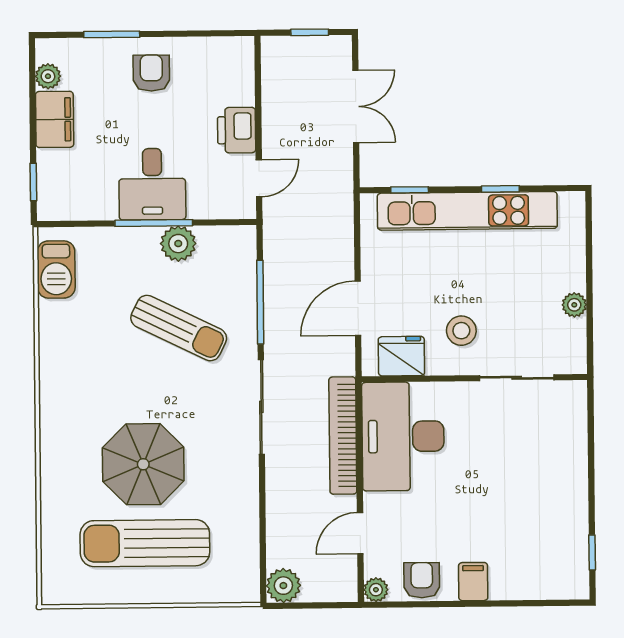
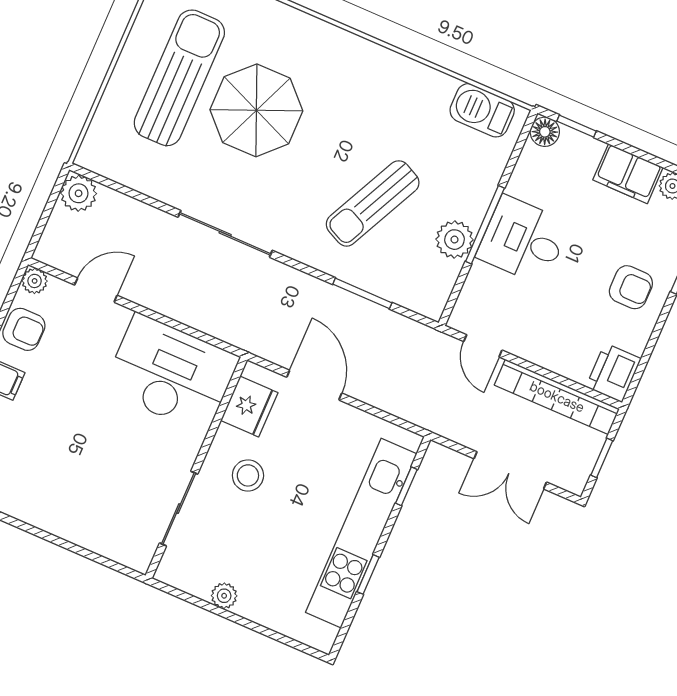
printer: (237, 130) -> (613, 373), moved, turned -90
floor lamp: (50, 207) -> (545, 132), added
window: (260, 302) -> (362, 293), width x0.69
sliding door: (261, 407) -> (225, 234), moved
bookcase: (343, 436) -> (557, 397), moved, turned 180
door: (360, 533) -> (96, 290), hinge flipped

